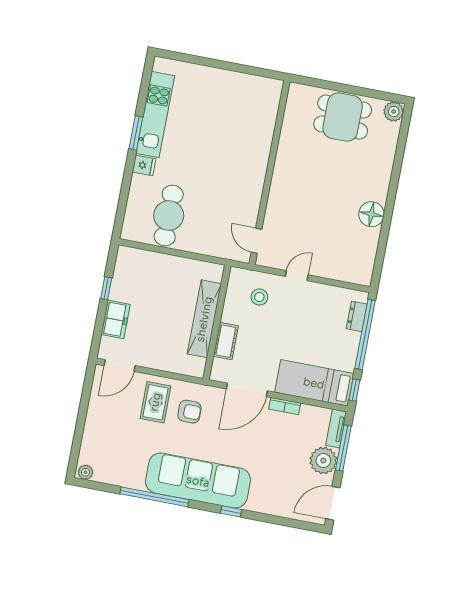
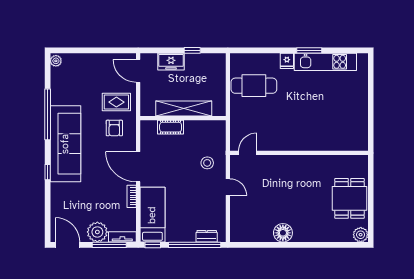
shelving: (204, 319) -> (184, 108), moved
wall: (217, 322) -> (183, 118), moved
cot: (226, 341) -> (171, 127), moved

